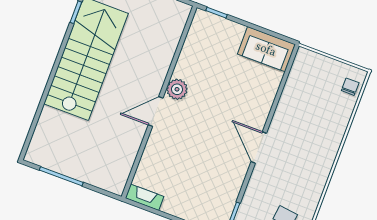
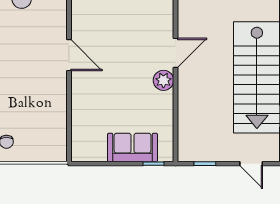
sofa: (266, 49) -> (133, 147), moved

